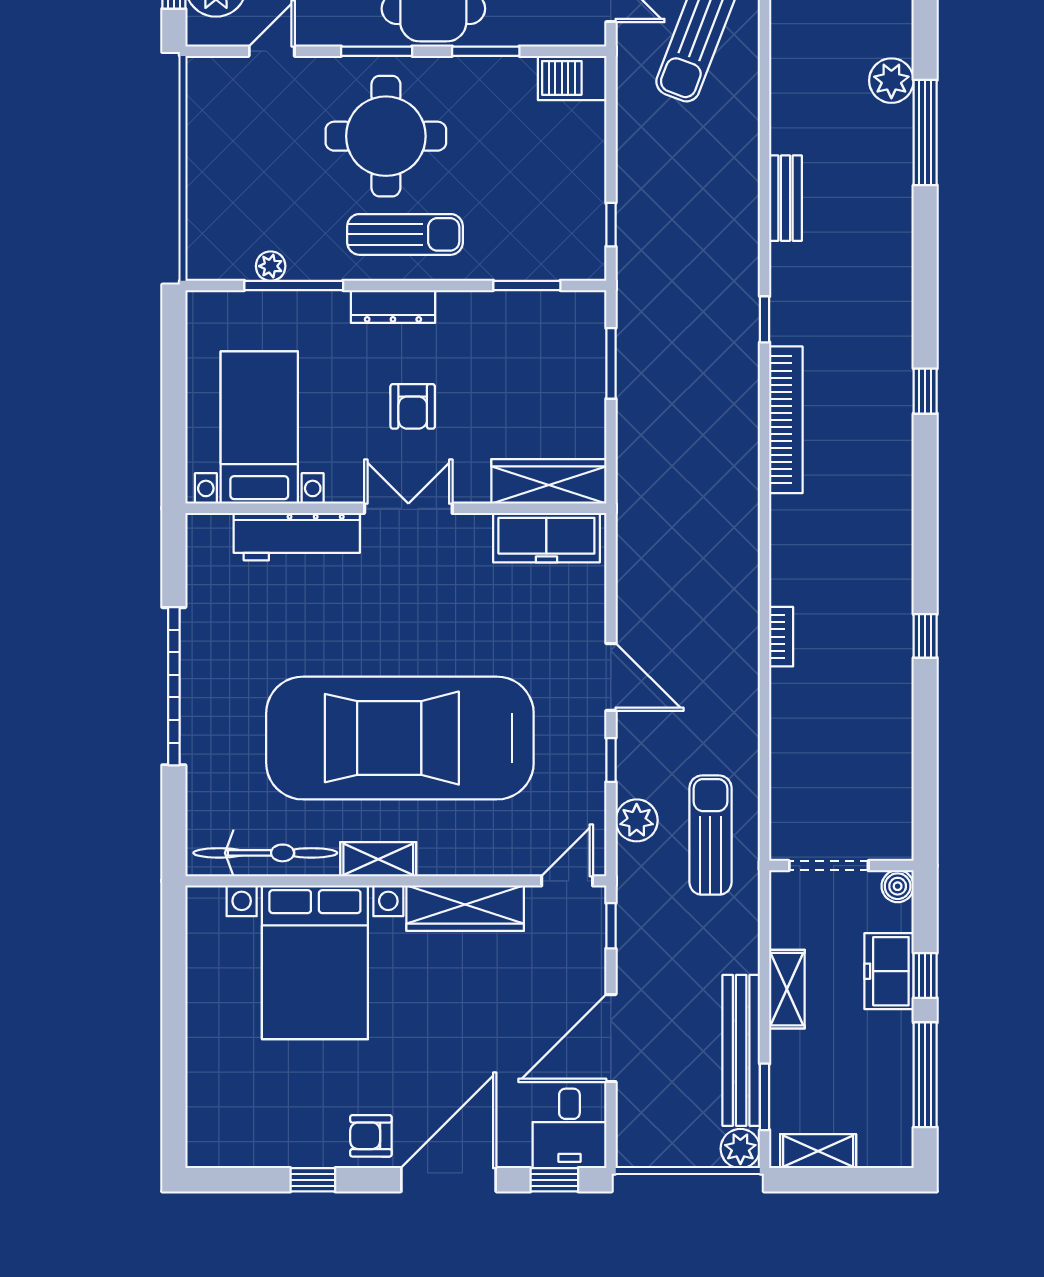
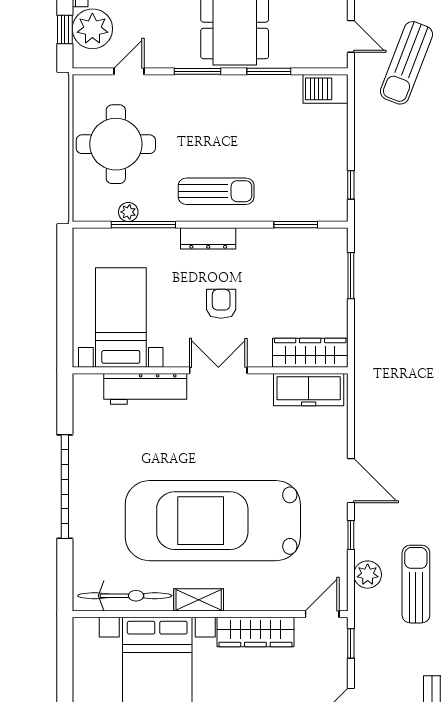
round table: (386, 136) -> (116, 144), moved
armchair: (413, 406) -> (221, 304), turned 180

